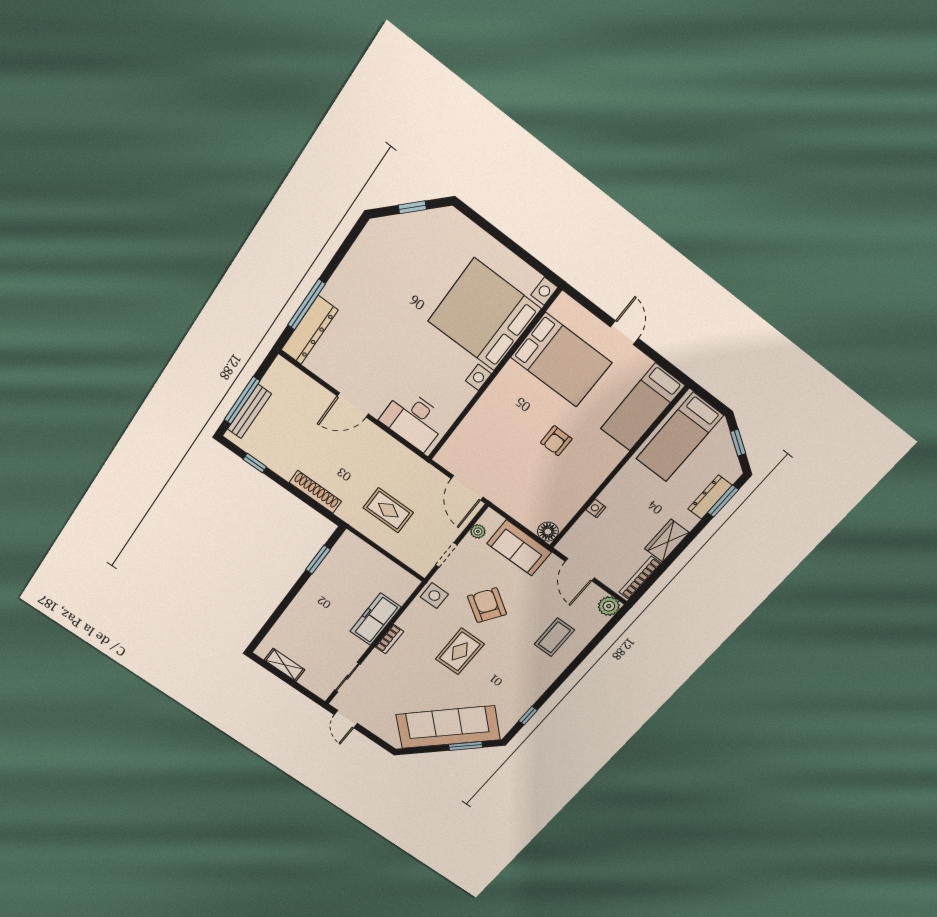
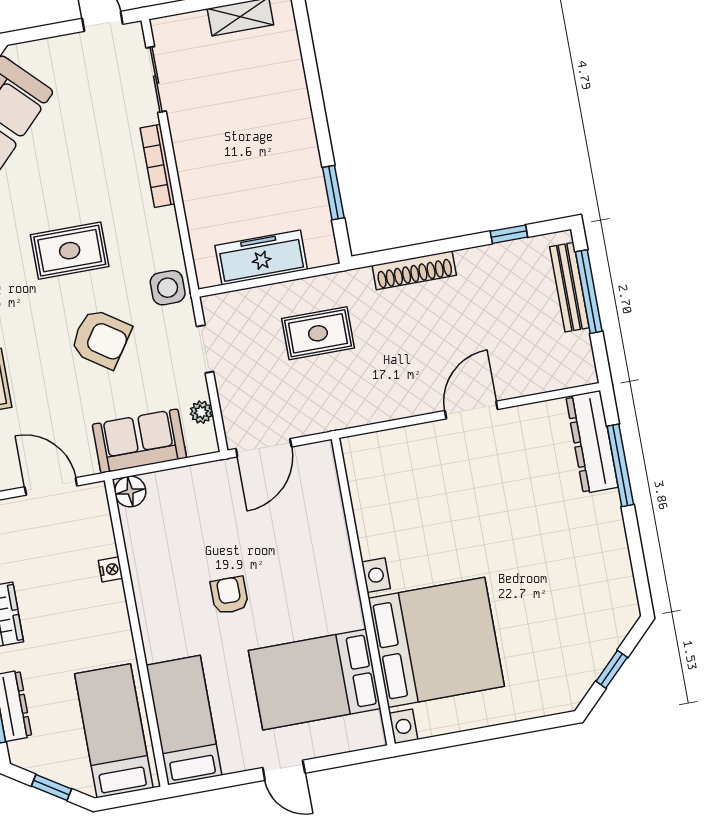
desk: (414, 420) -> (394, 461), removed
door: (467, 488) -> (264, 448), swing flipped
freezer: (375, 619) -> (261, 257), moved, turned -90
bookcase: (389, 639) -> (158, 166), width x1.56
rug: (460, 651) -> (70, 251), turned 90

